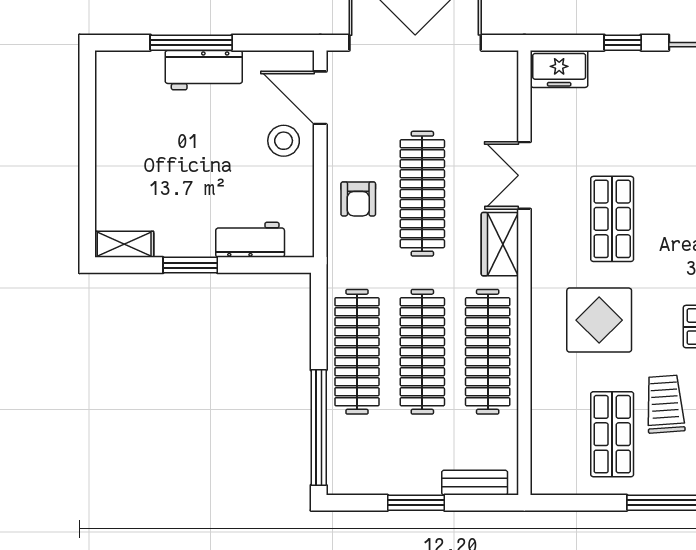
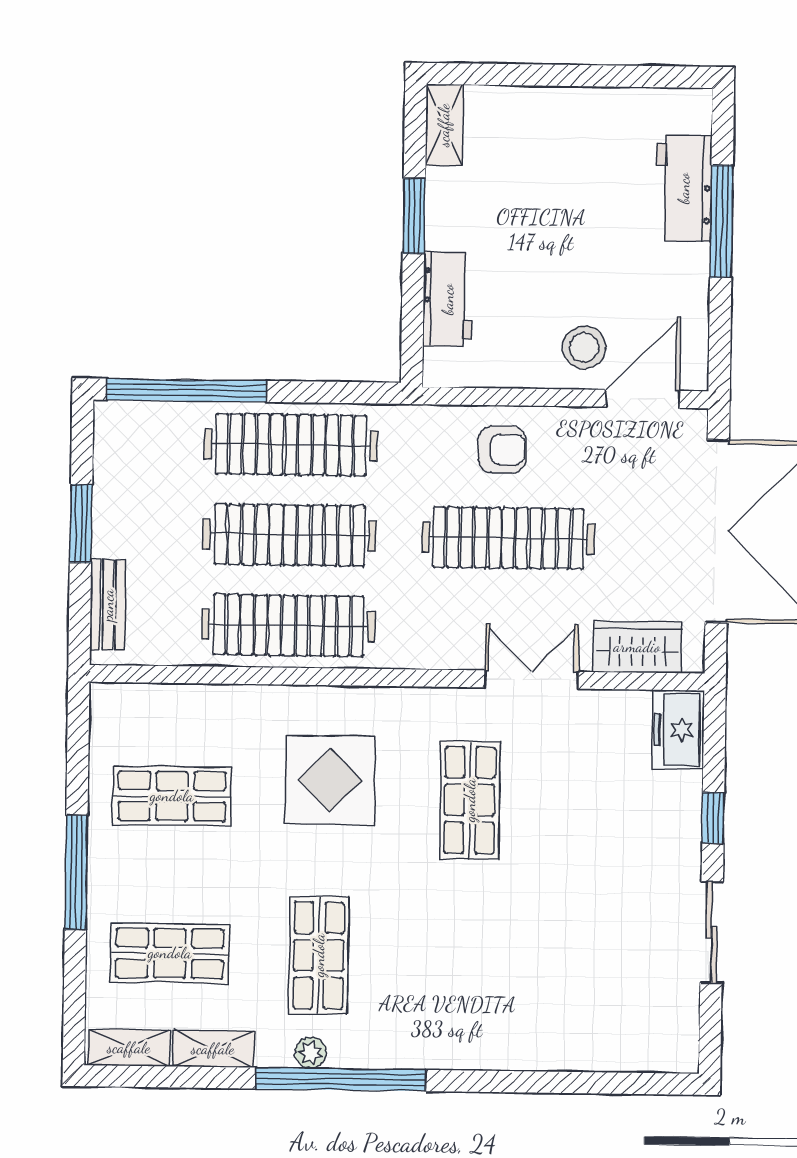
workbench: (204, 70) -> (684, 188), moved
armchair: (358, 199) -> (502, 449), turned 180
shop shelf: (612, 219) -> (470, 800), turned 90
wardrobe: (500, 244) -> (637, 647), moved
trolley: (665, 404) -> (213, 870), removed

